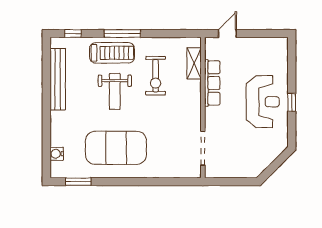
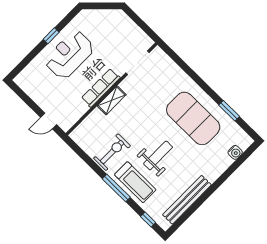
treadmill: (112, 53) -> (135, 182), turned 180
shelving: (194, 63) -> (112, 100), moved
exercise bike: (156, 76) -> (112, 152), moved
row of seats: (212, 83) -> (101, 88), moved
window: (78, 182) -> (229, 111), moved

